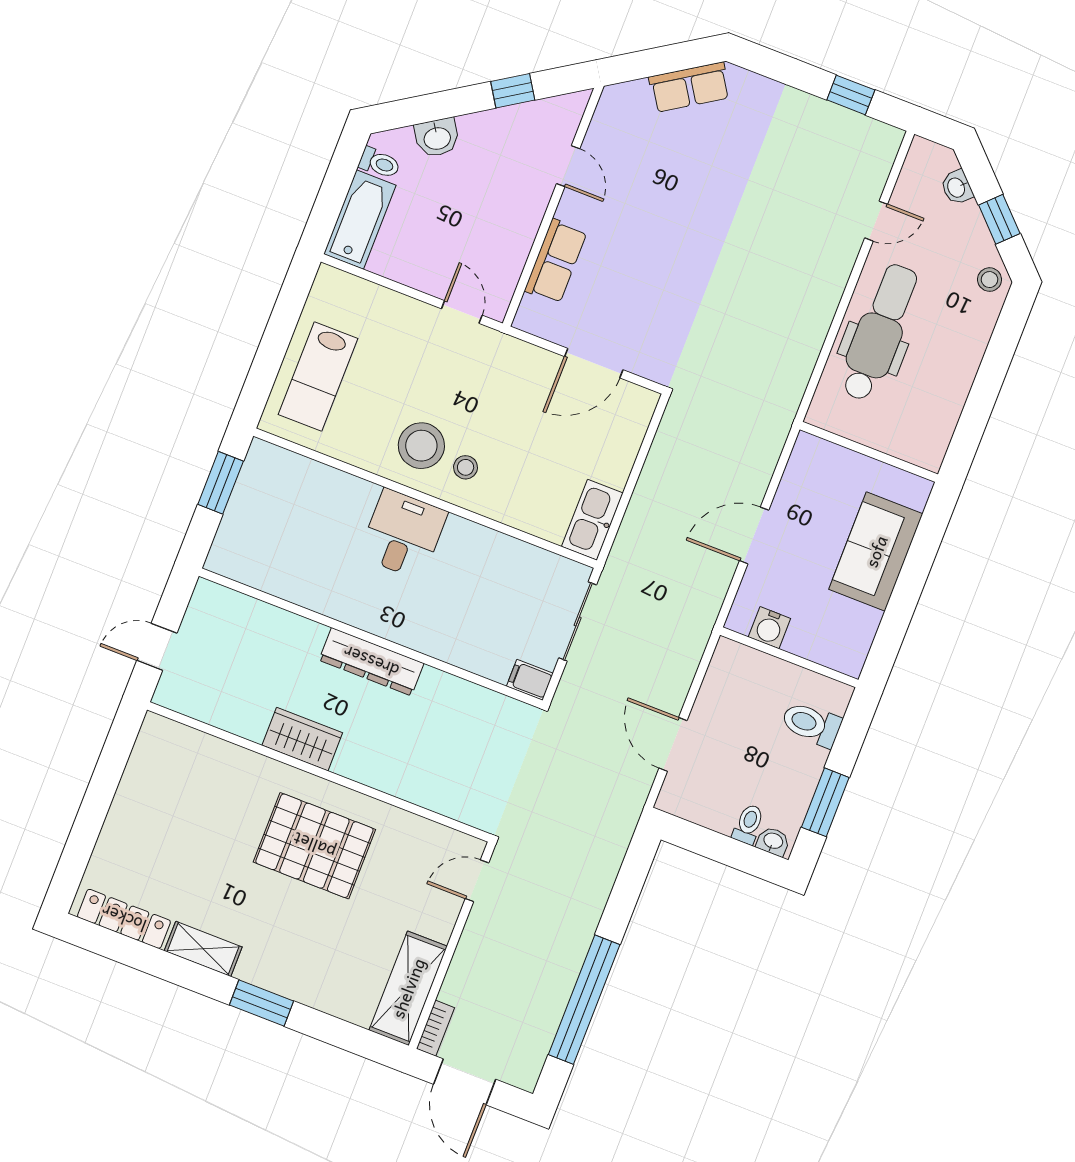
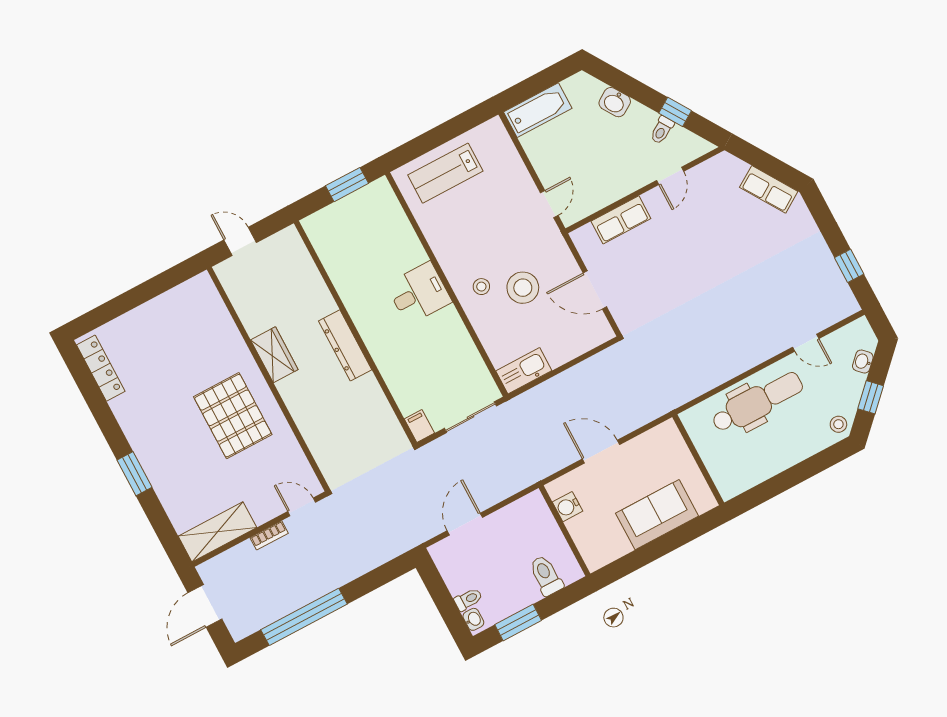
toilet: (379, 163) -> (662, 130), moved, turned 57
stool: (421, 446) -> (523, 288), moved
shelving: (203, 949) -> (128, 419), removed
bookcase: (435, 1028) -> (269, 535), moved

